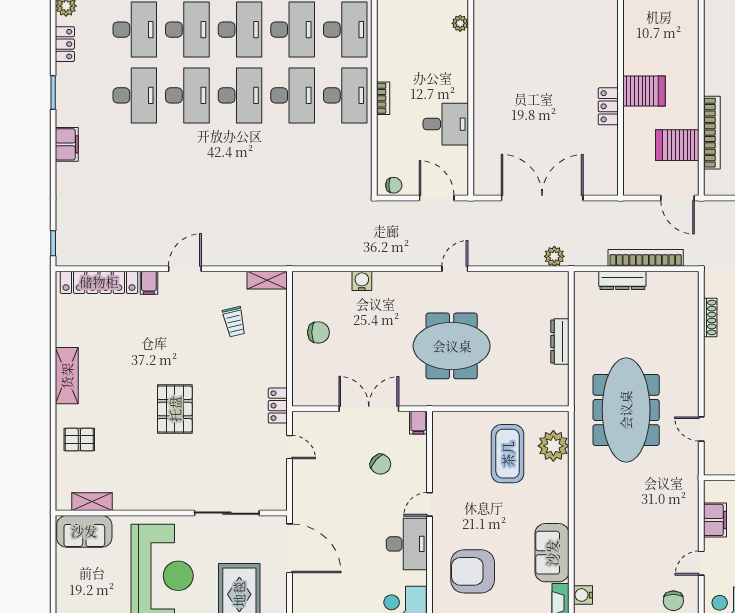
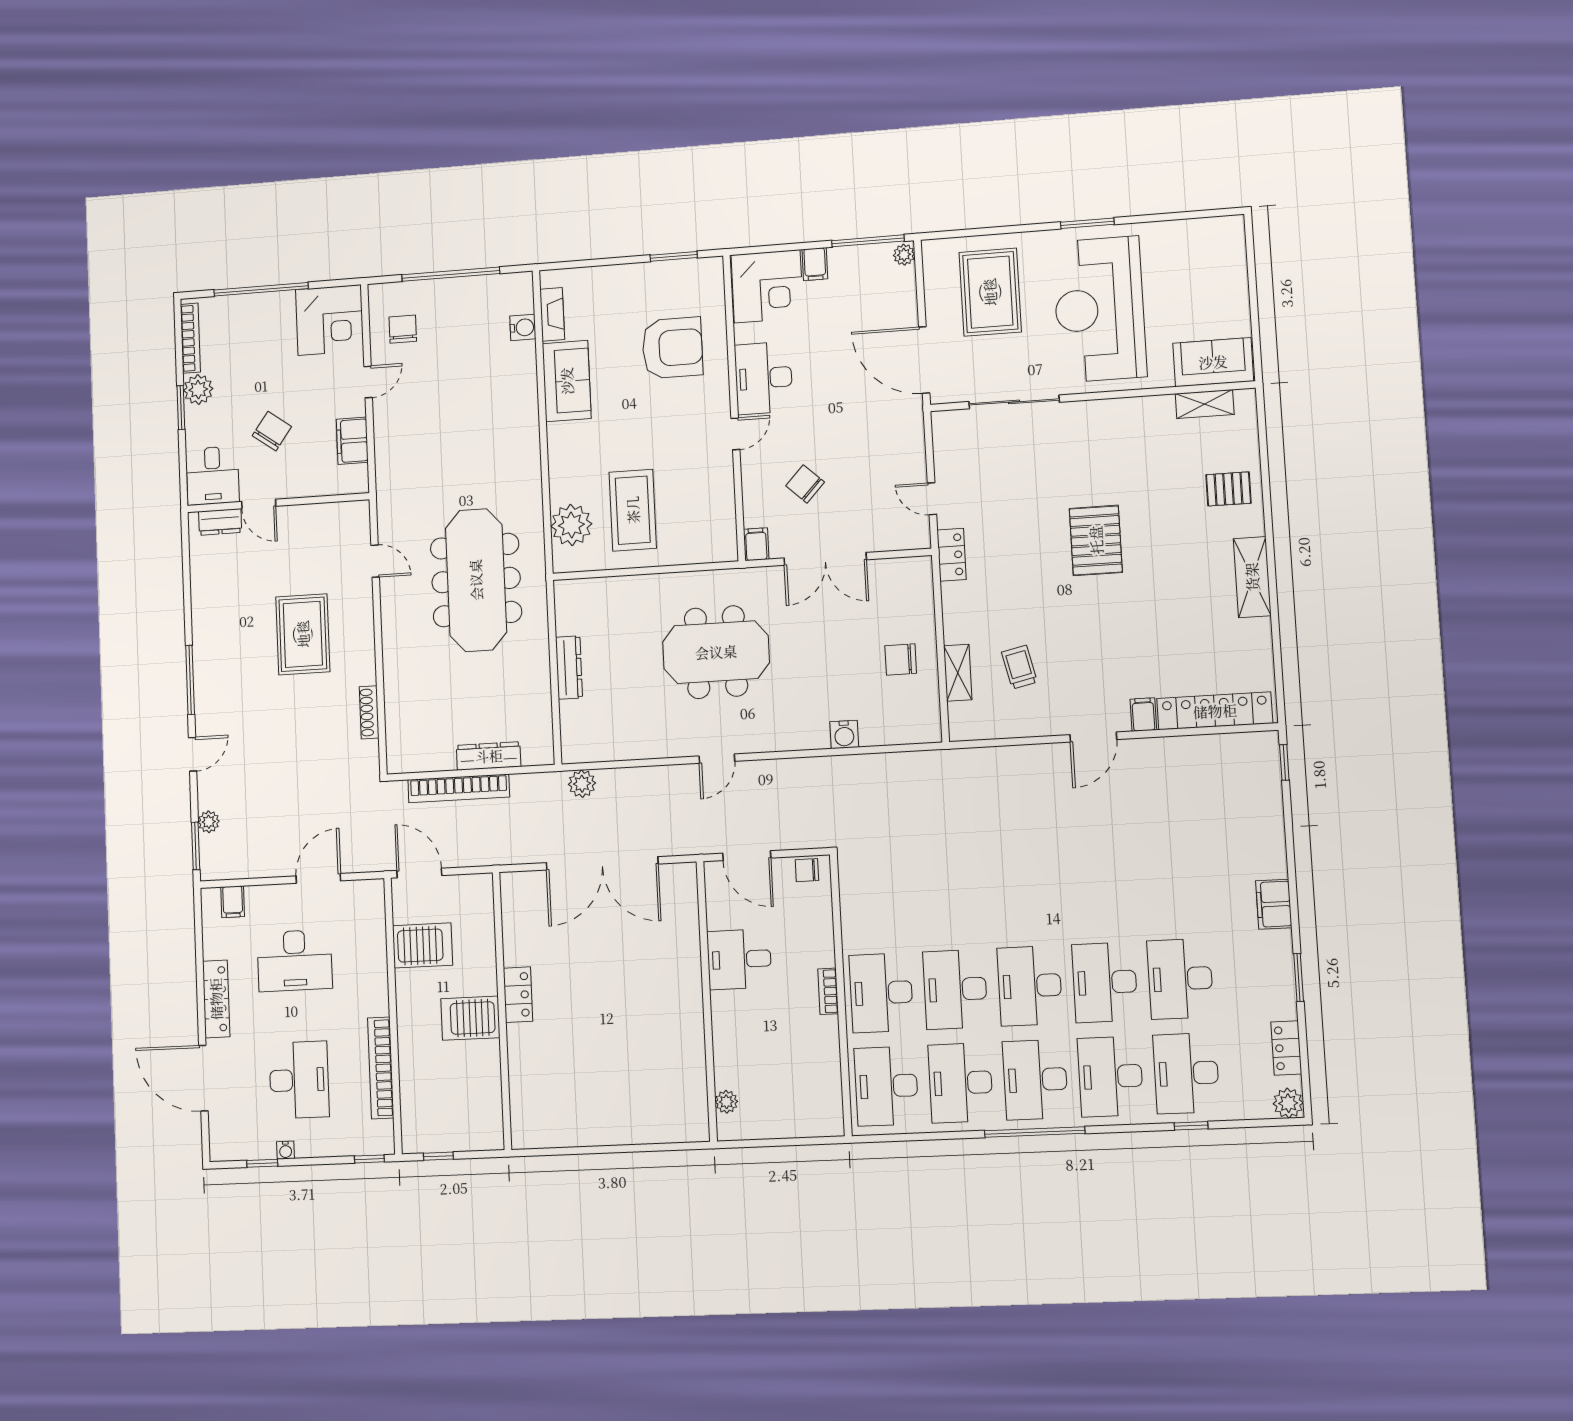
bookcase: (712, 133) -> (381, 1068), moved
shelving: (267, 280) -> (958, 673), moved, turned 90

